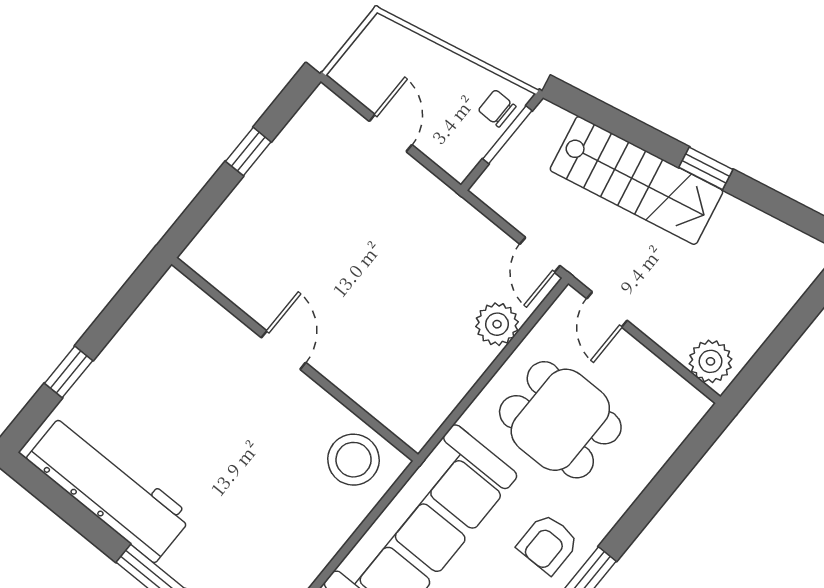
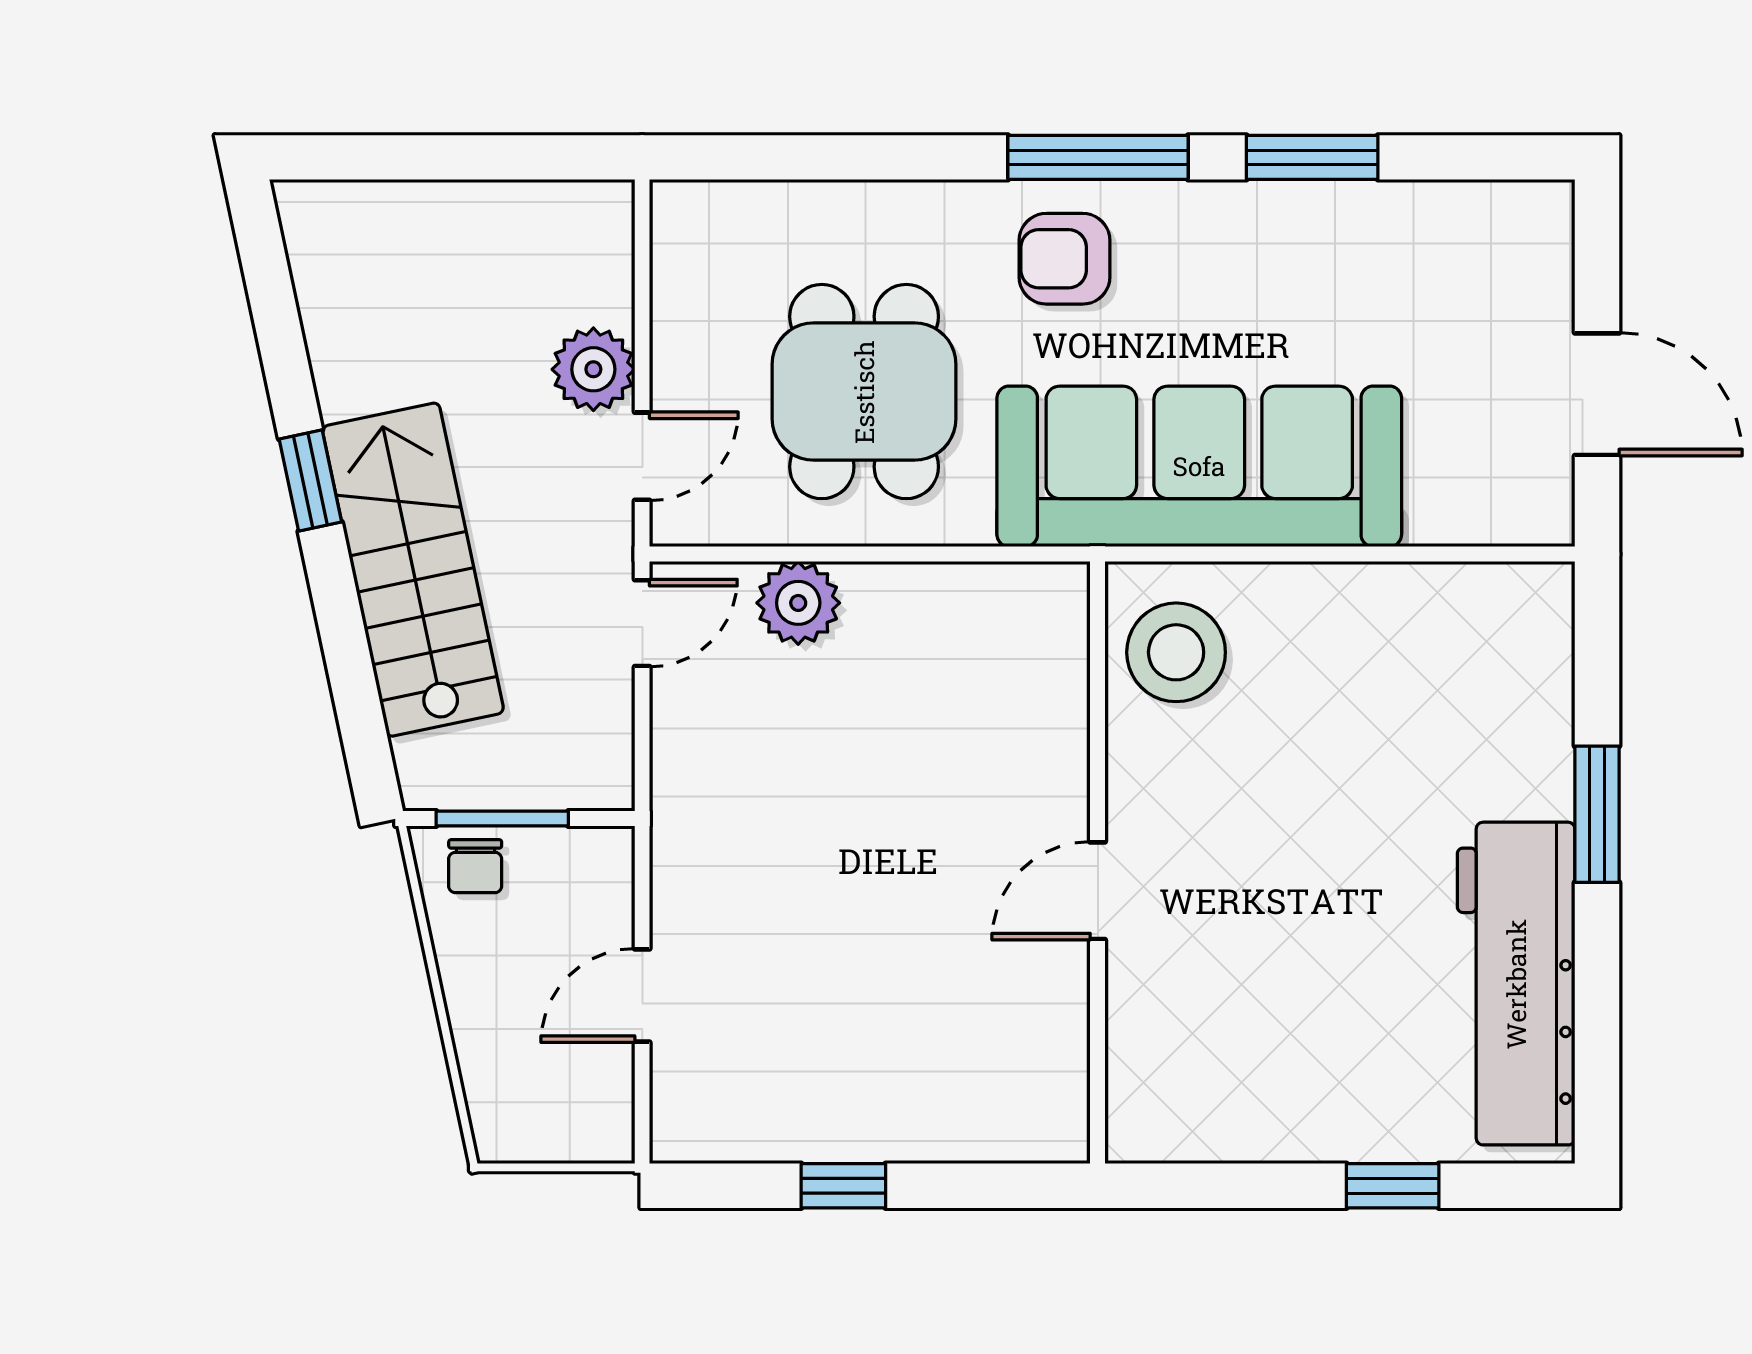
plant: (711, 361) -> (593, 369), moved
armchair: (548, 544) -> (1065, 259), turned 180

